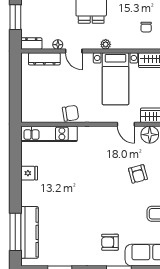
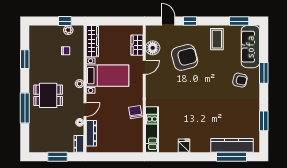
armchair: (138, 174) -> (185, 57), width x1.88, depth x1.88
armchair: (110, 242) -> (240, 80), turned -77

